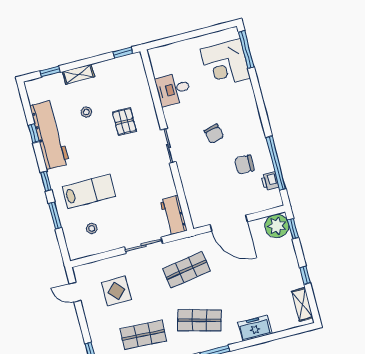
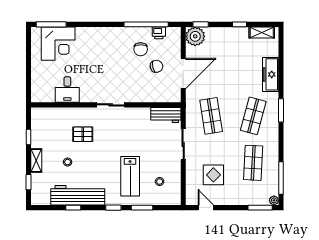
window: (123, 53) -> (29, 137), moved
chair: (214, 134) -> (156, 66), moved
lab bench: (89, 191) -> (130, 176), turned 180
door: (75, 292) -> (206, 208), swing flipped
freezer: (255, 328) -> (271, 74), width x1.40

